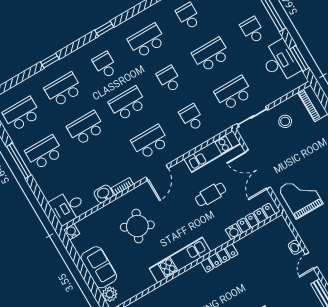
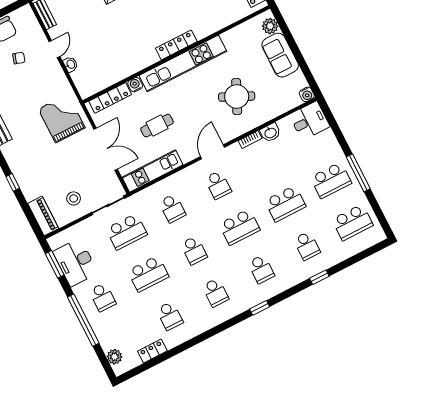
school desk: (147, 41) -> (215, 292), width x0.54
school desk: (63, 90) -> (307, 246), width x0.54
school desk: (150, 142) -> (218, 185), width x0.54
grand piano: (301, 196) -> (62, 118), turned 180
locker: (219, 258) -> (176, 45), moved
kitchen unit: (180, 260) -> (183, 63), width x1.36

